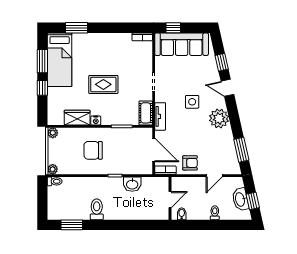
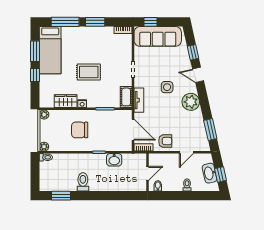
window: (77, 28) -> (65, 22), width x1.44
window: (110, 28) -> (95, 22), added

